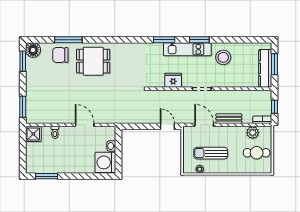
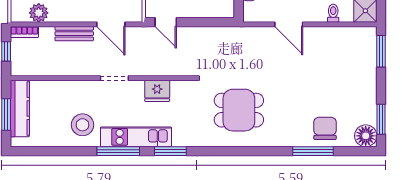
window: (199, 40) -> (118, 151), width x1.44
chair: (60, 55) -> (325, 128), turned -90
dining table: (93, 61) -> (239, 110), moved

